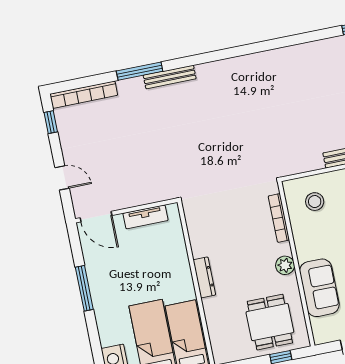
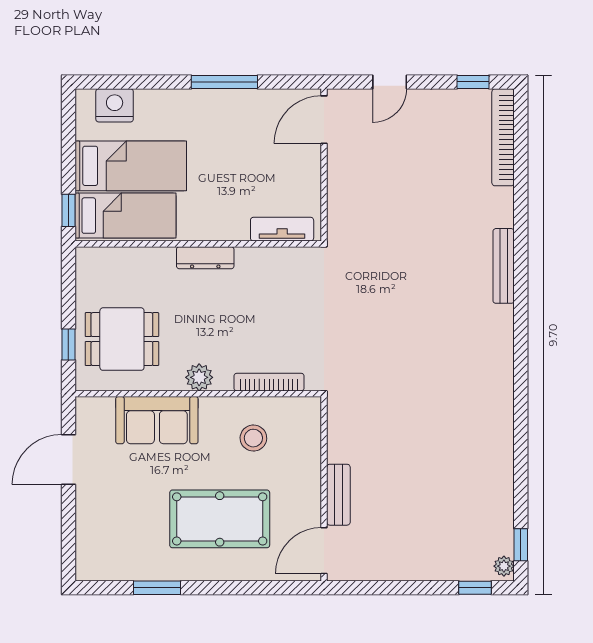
window: (140, 71) -> (521, 224), removed
stool: (315, 202) -> (253, 438), moved
tv unit: (145, 217) -> (282, 229), moved, turned 90

